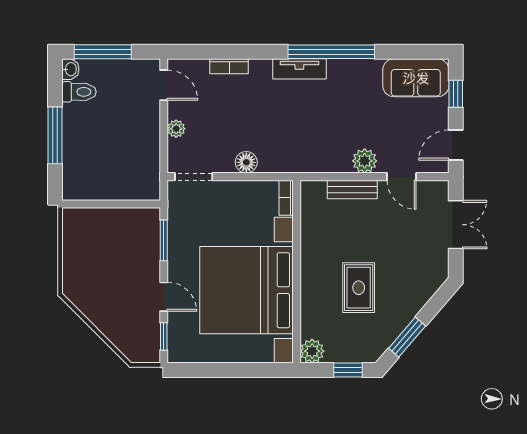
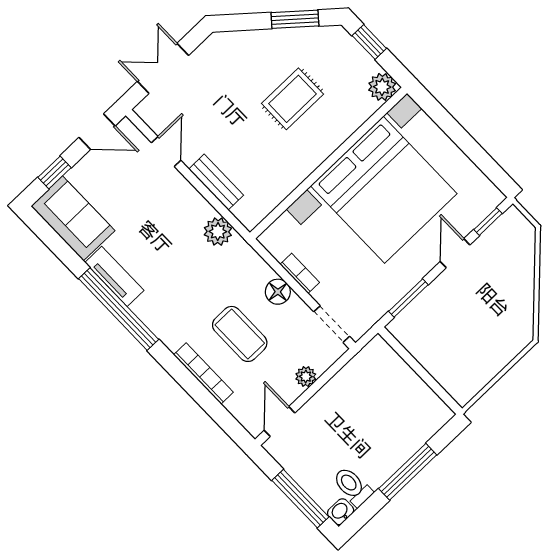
bookcase: (229, 66) -> (203, 373), width x1.56
tv unit: (299, 69) -> (114, 276), moved
coffee table: (243, 113) -> (240, 334), added
plant: (365, 161) -> (218, 232), moved
bookcase: (286, 198) -> (300, 273), moved, turned -90

